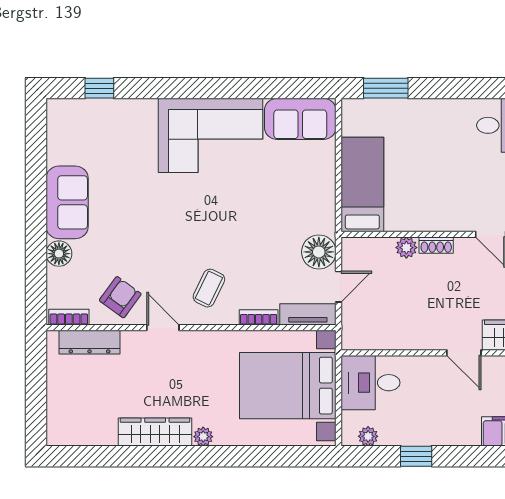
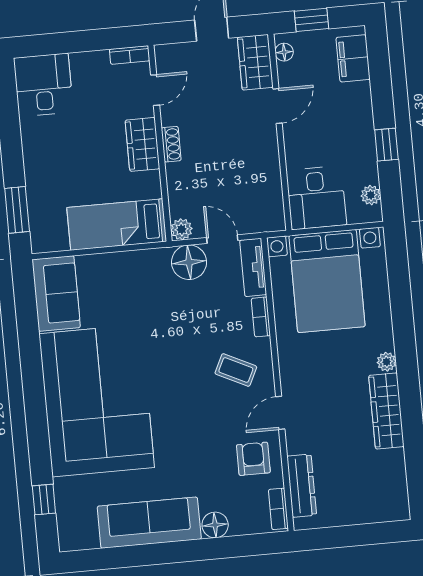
corner sofa: (210, 135) -> (97, 401), width x1.36, depth x1.36
sofa: (67, 202) -> (149, 523), width x1.36
wardrobe: (439, 217) -> (142, 144), added
plant: (406, 248) -> (182, 229), moved
armchair: (120, 297) -> (253, 459), turned 54

